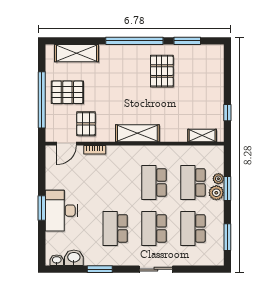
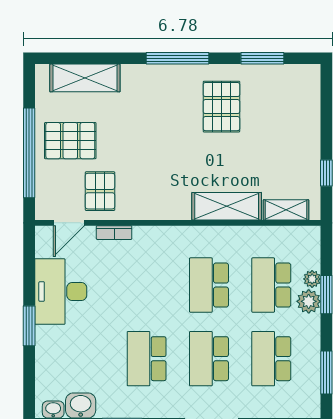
window: (134, 41) -> (177, 58), width x0.68
shelving: (137, 133) -> (227, 206), moved
desk: (61, 211) -> (61, 292), moved

